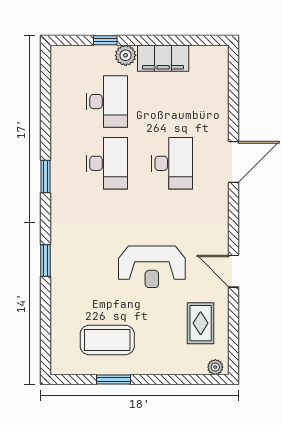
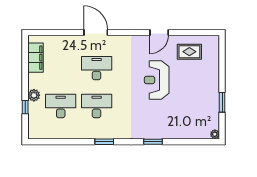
filing cabinet: (163, 58) -> (35, 58), moved
reception desk: (152, 267) -> (157, 80), turned 180
coffee table: (107, 340) -> (199, 106), removed
plant: (215, 367) -> (215, 134), moved

